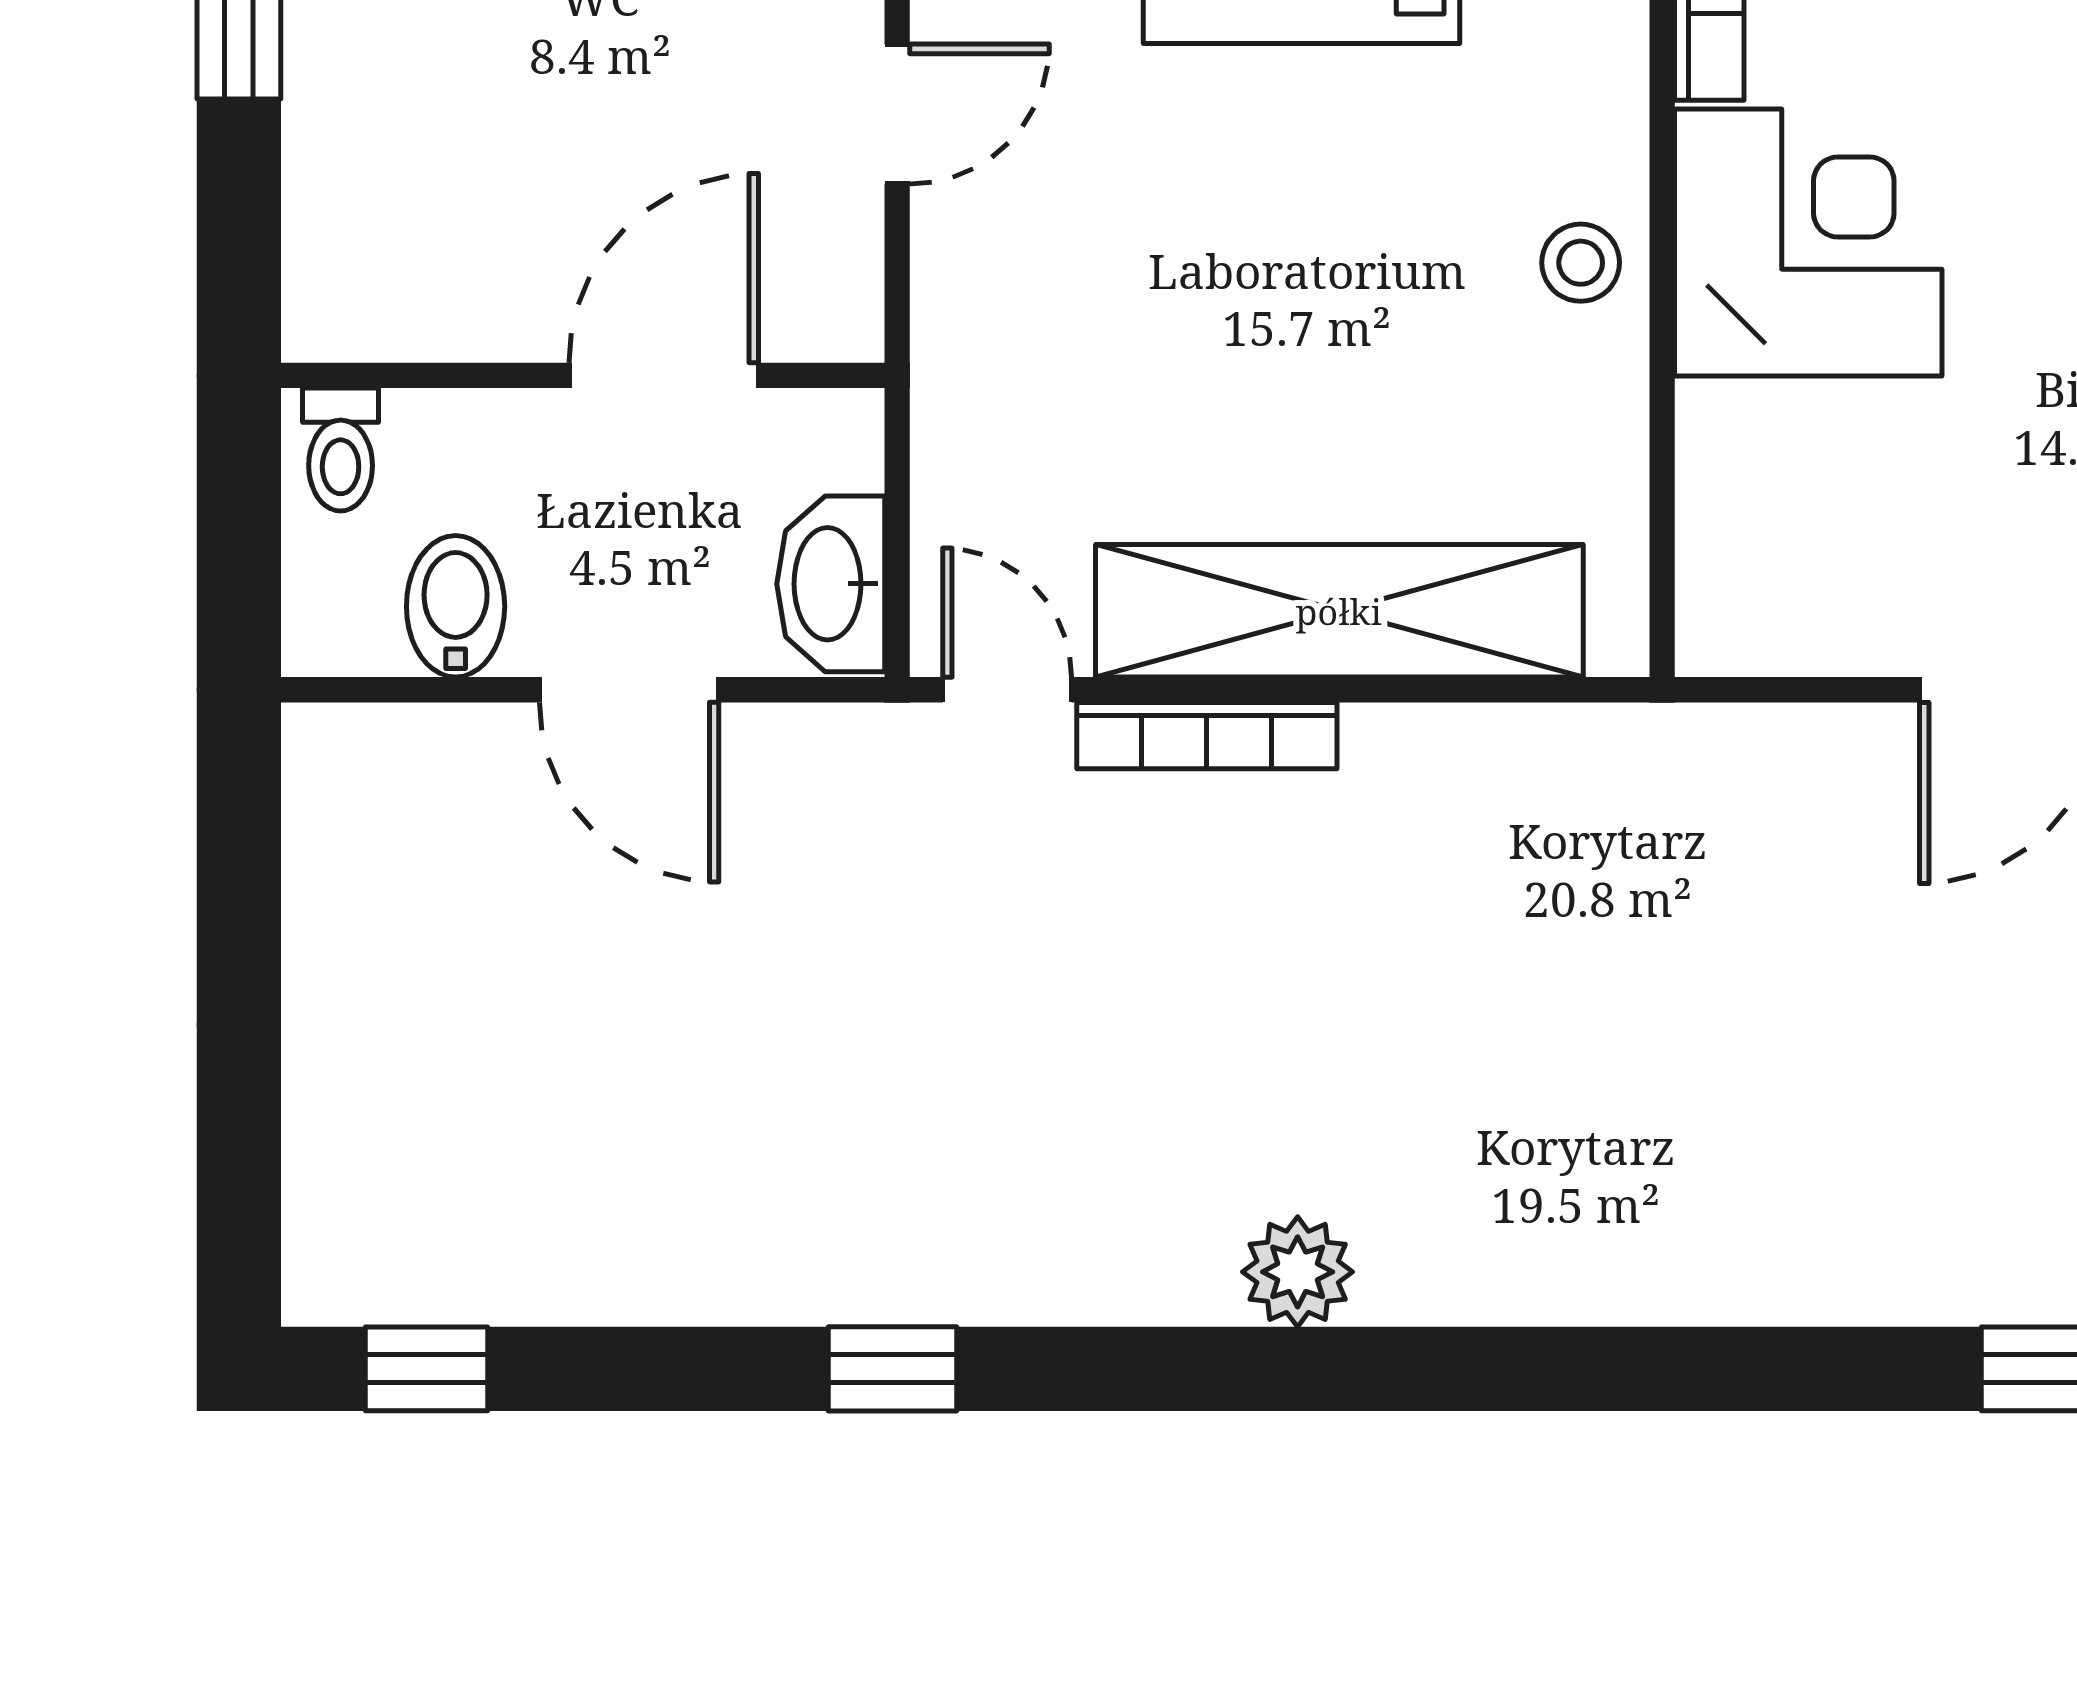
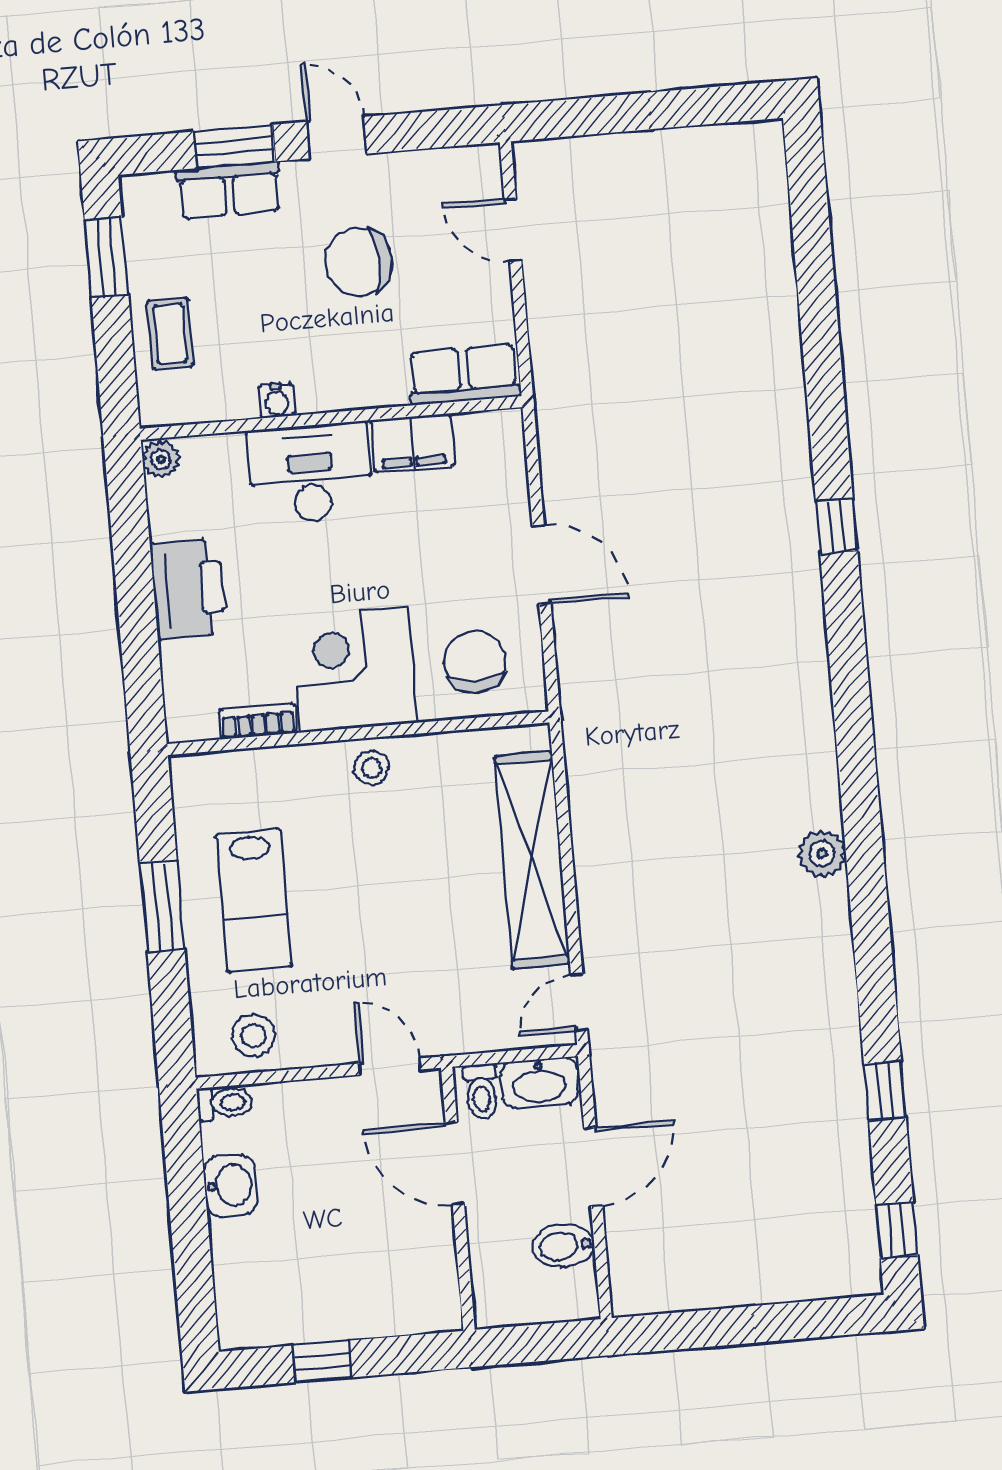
door: (897, 114) -> (390, 1067), moved
toilet: (341, 450) -> (481, 1091), moved, turned 90
chair: (1802, 518) -> (475, 662), added
bookcase: (1207, 736) -> (592, 913), removed
window: (892, 1369) -> (885, 1090), moved

